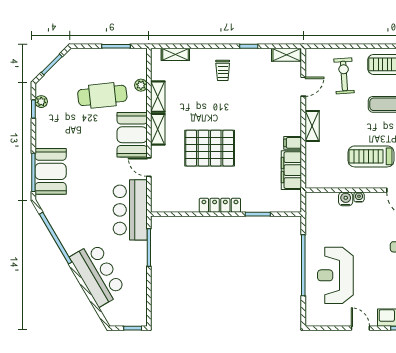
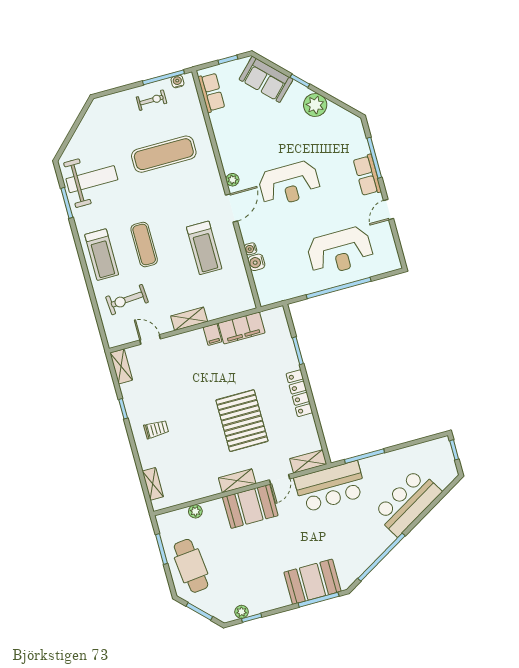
cafe table: (102, 95) -> (191, 566), moved
shelving: (158, 97) -> (308, 461), moved

